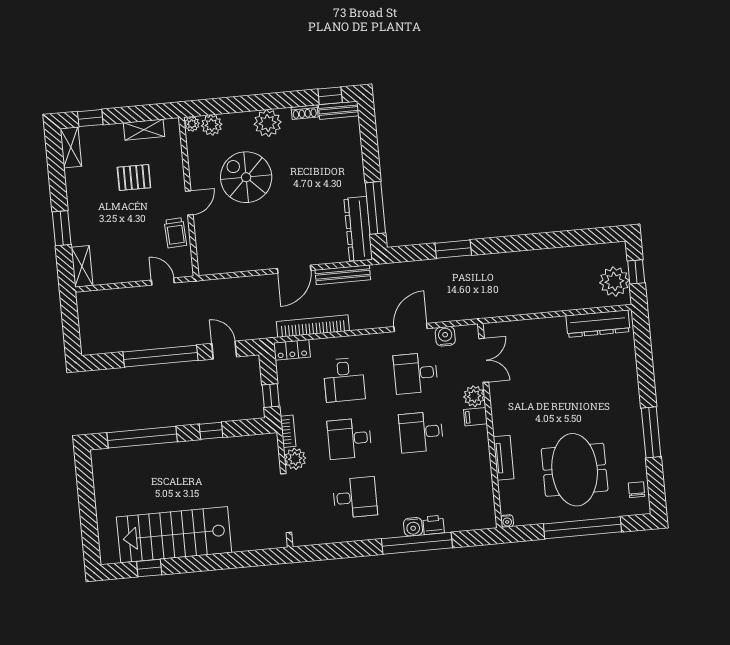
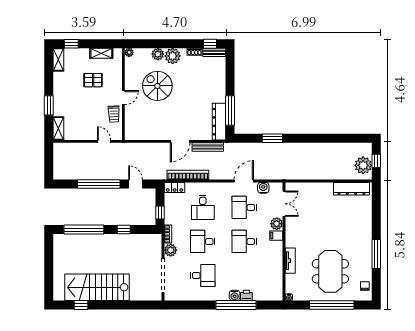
plant: (212, 125) -> (158, 54), moved

